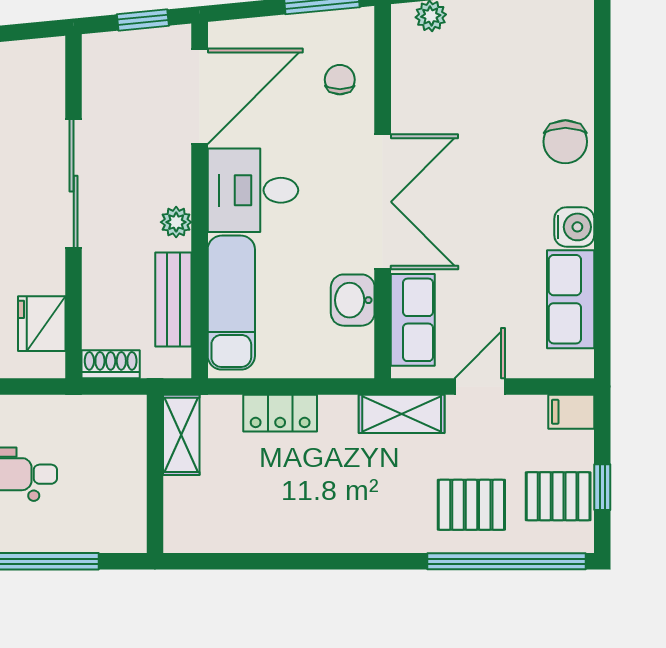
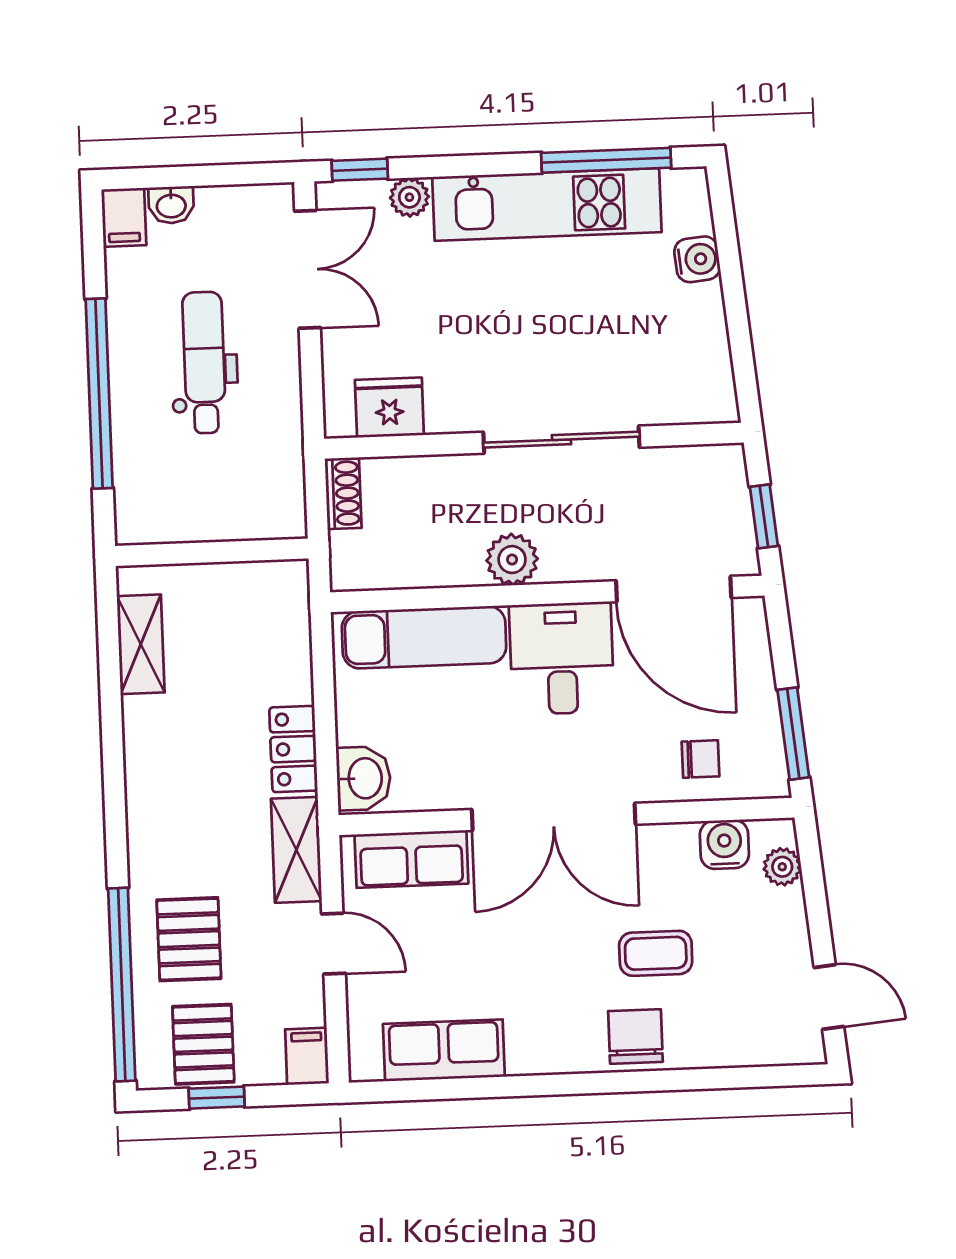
coffee table: (498, 122) -> (656, 953), added
chair: (565, 142) -> (635, 1036), turned 90
plant: (176, 222) -> (512, 560), width x1.38, depth x1.38
water cooler: (574, 227) -> (724, 844), moved, turned 180
bench: (173, 299) -> (425, 567), removed
washbasin: (353, 300) -> (364, 778), moved, turned 90
locker: (280, 413) -> (293, 749), moved
shelving: (181, 435) -> (141, 644), moved, turned 90

